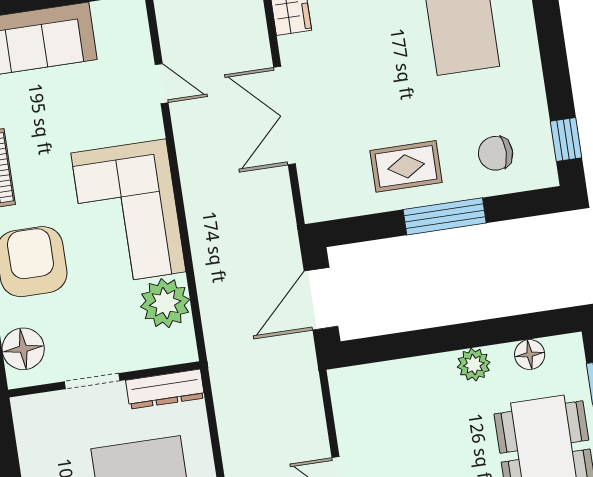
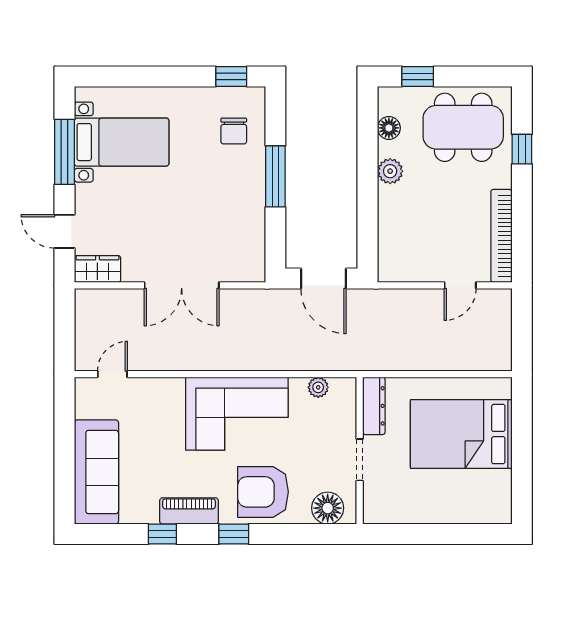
door: (162, 84) -> (112, 374), moved
rug: (406, 166) -> (234, 200), removed
plant: (165, 303) -> (318, 387), width x0.53, depth x0.53

